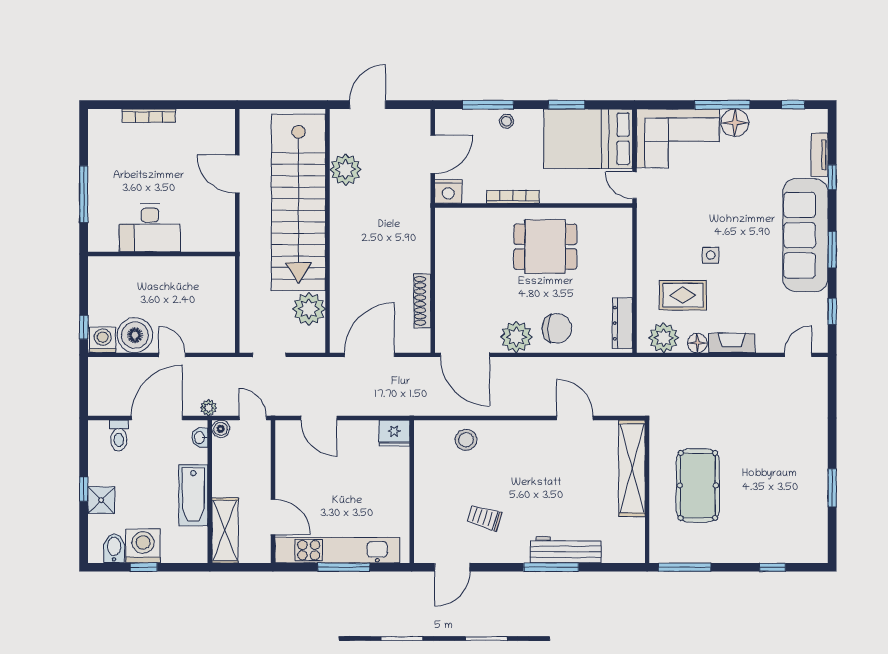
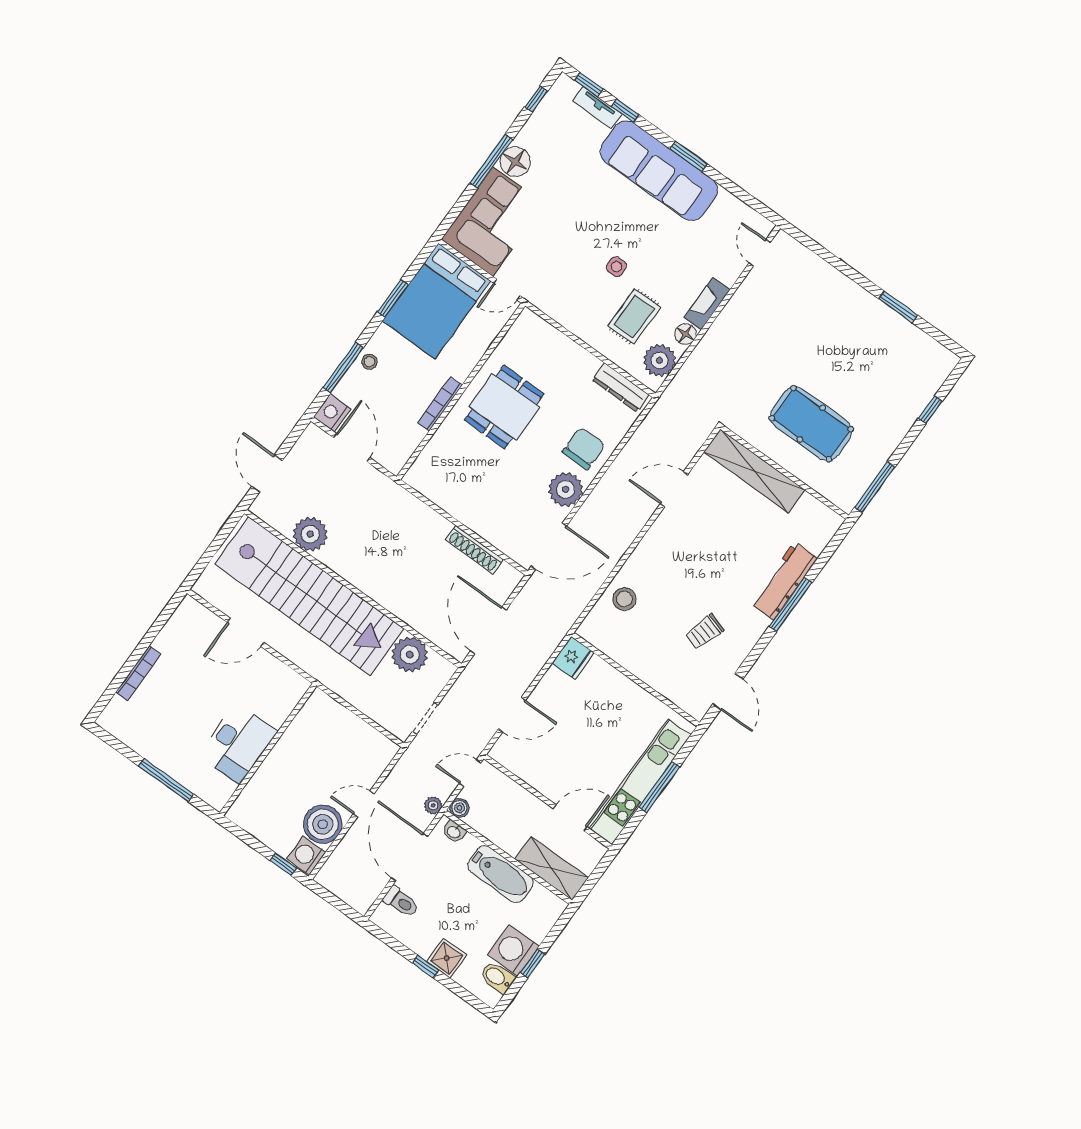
nightstand: (448, 191) -> (332, 413), moved, turned 180
window: (832, 311) -> (589, 85), moved

